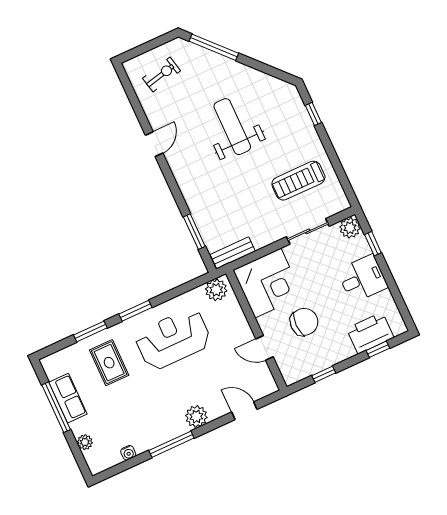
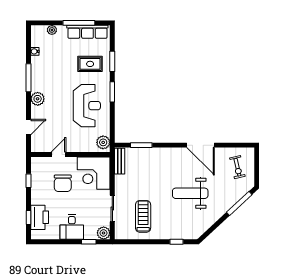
weight bench: (232, 127) -> (190, 193), turned 180
door: (154, 144) -> (201, 145), width x1.87
row of seats: (68, 398) -> (87, 32), width x1.48

